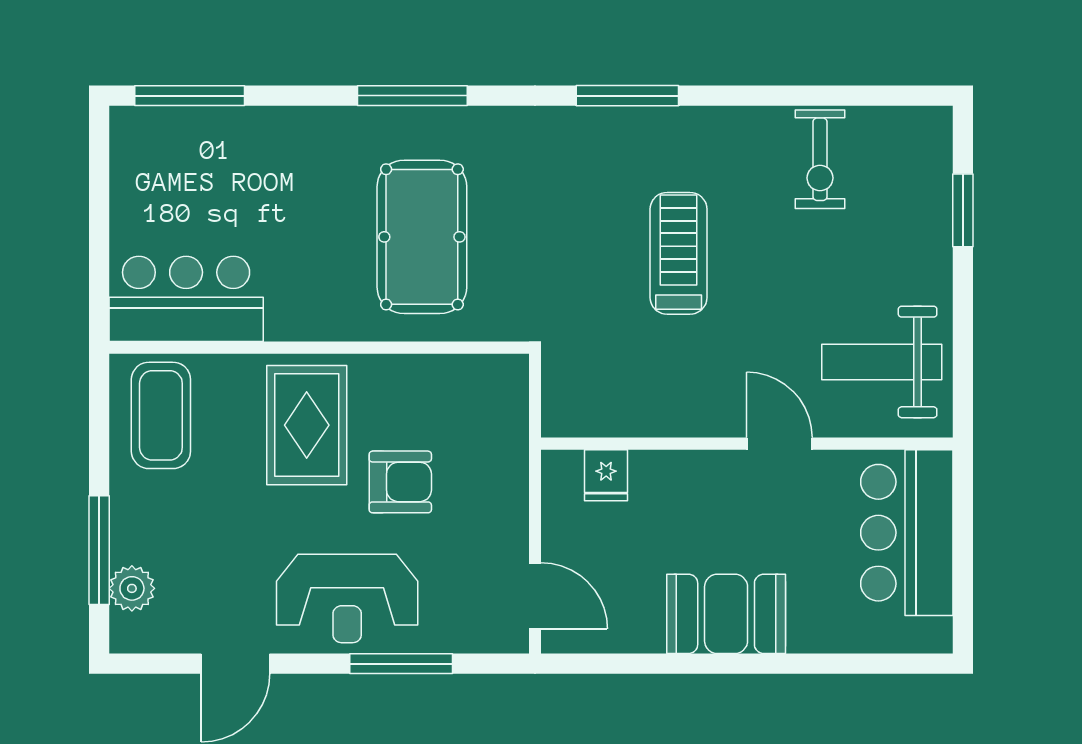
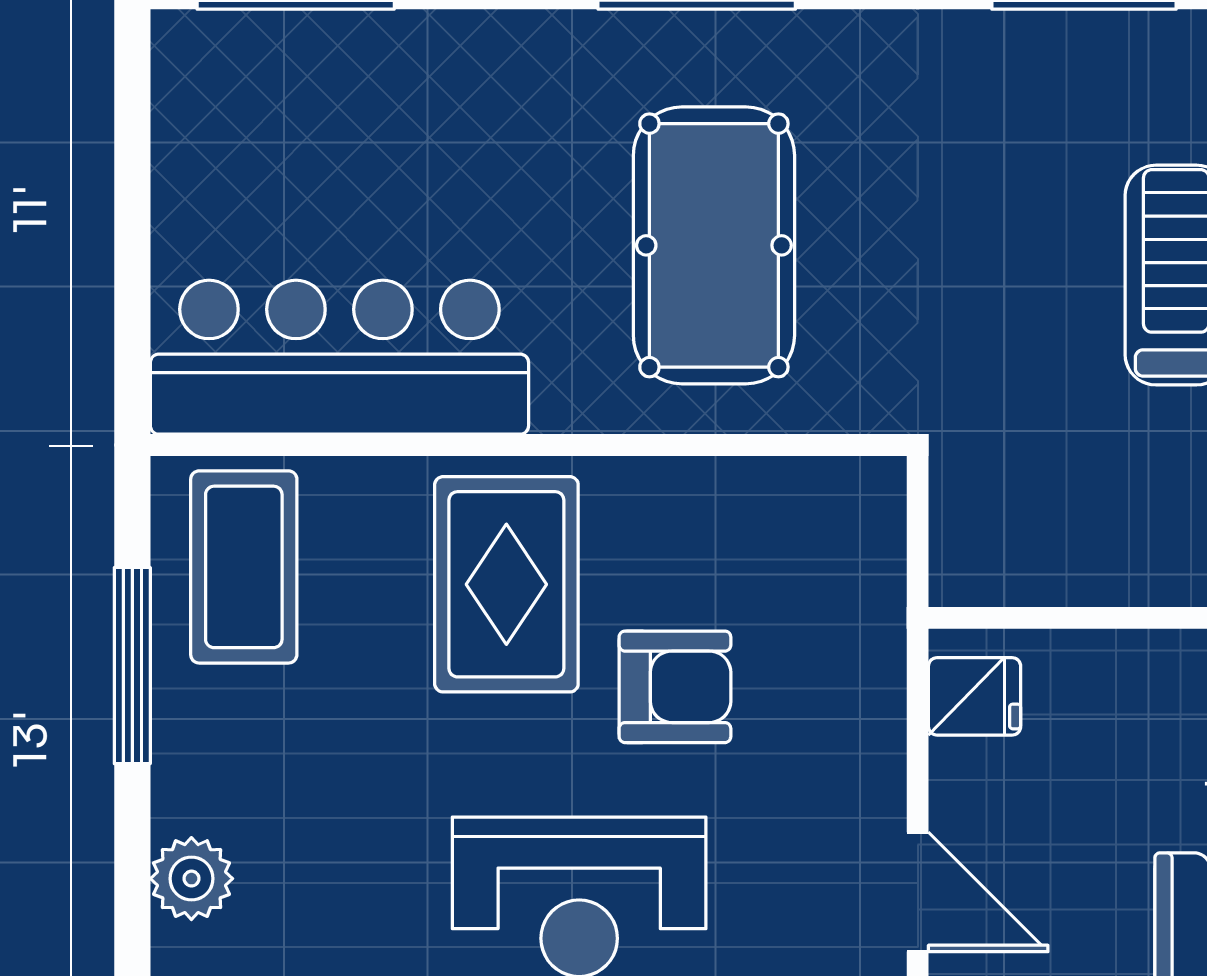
bar counter: (186, 299) -> (339, 357), width x1.36
fridge: (606, 475) -> (975, 696), moved, turned -90
window: (99, 550) -> (132, 666), moved

